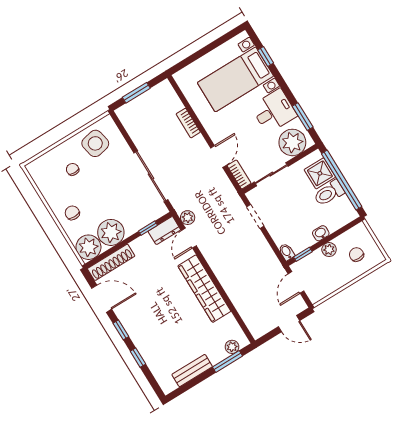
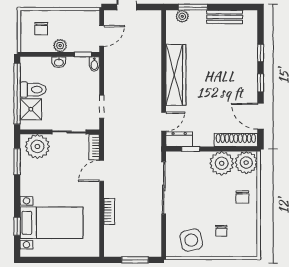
desk: (274, 111) -> (37, 180), removed
plant: (188, 218) -> (155, 138), removed

